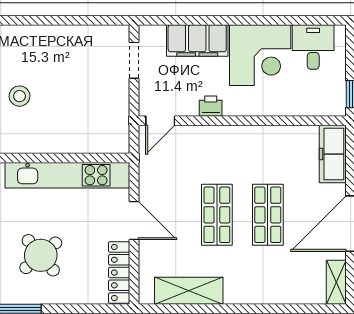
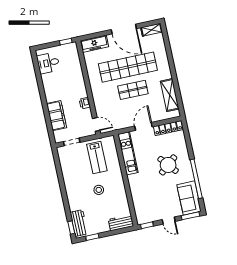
corner desk: (260, 55) -> (57, 86), removed
lab bench: (89, 107) -> (97, 157), added
kitchen unit: (67, 175) -> (128, 153), width x0.73
shop shelf: (268, 215) -> (128, 67), width x2.00, depth x1.36

